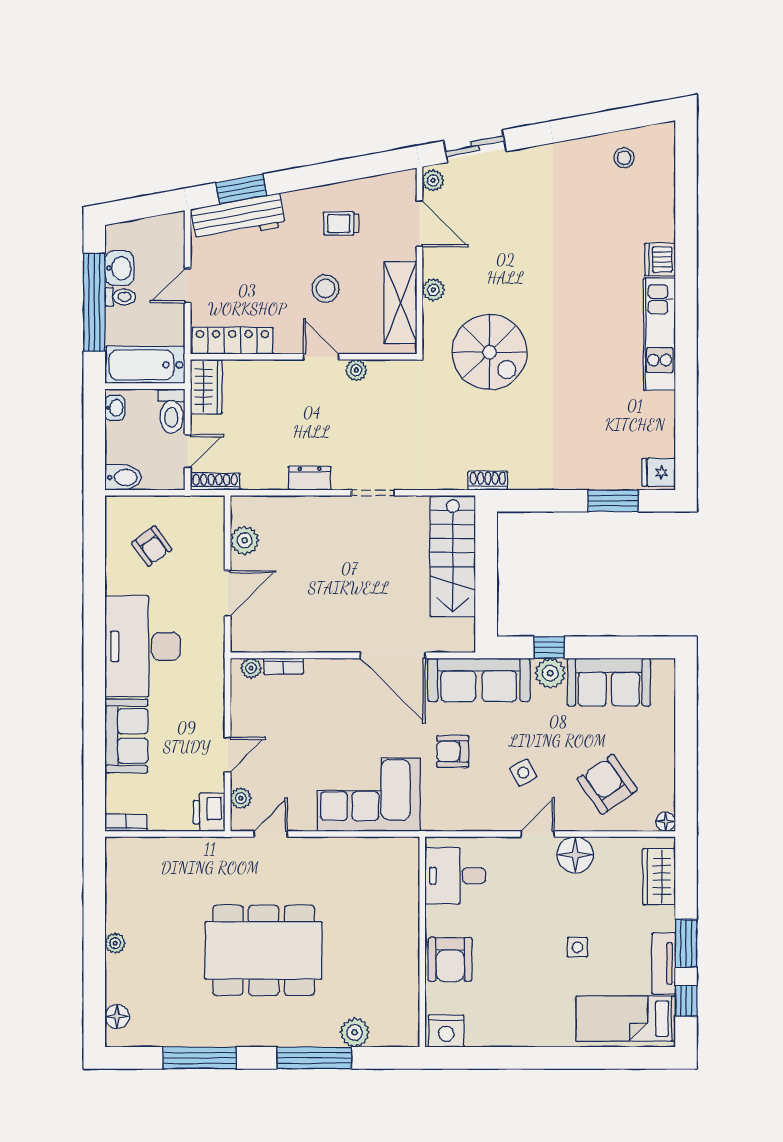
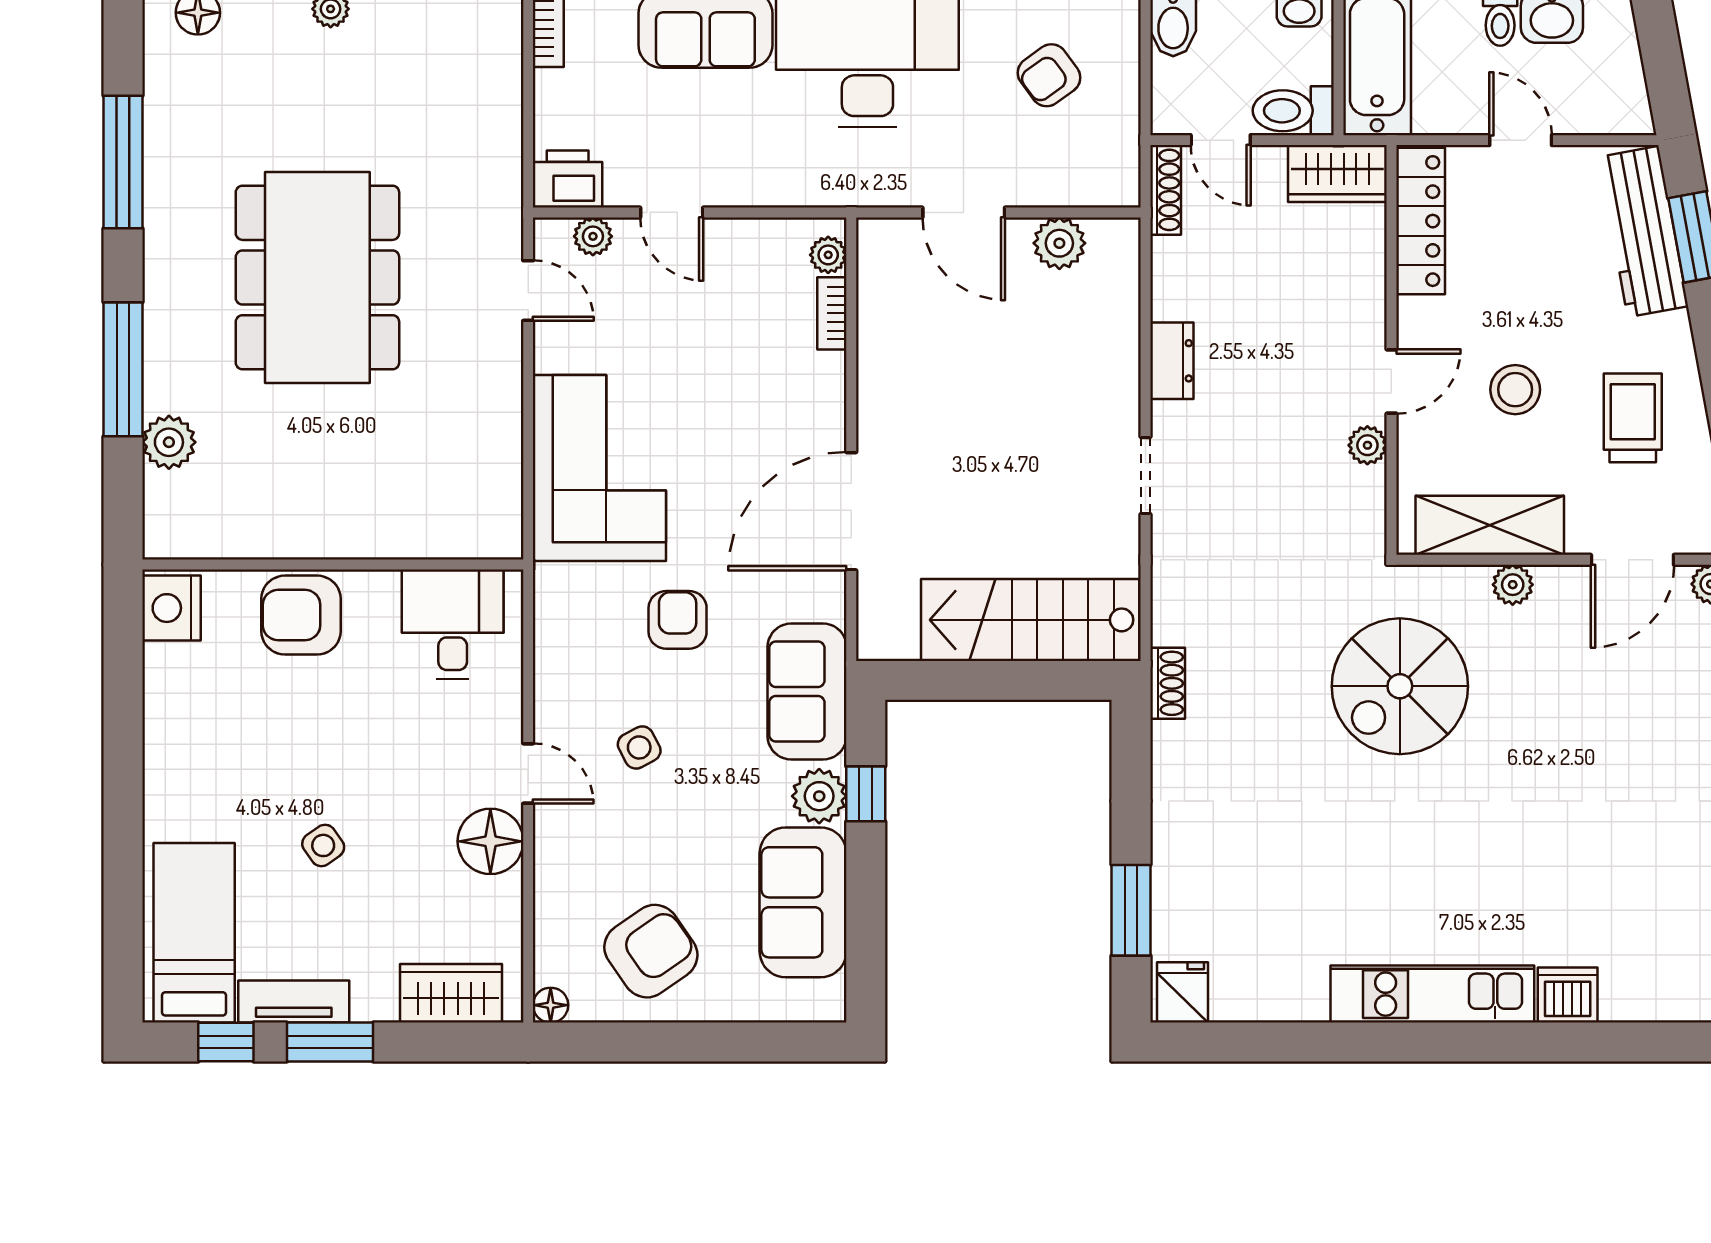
trolley: (341, 223) -> (1633, 418), width x1.36, depth x1.39
sofa: (479, 680) -> (807, 692), width x0.73
armchair: (607, 784) -> (651, 951), moved
side table: (577, 947) -> (323, 845), turned -35

